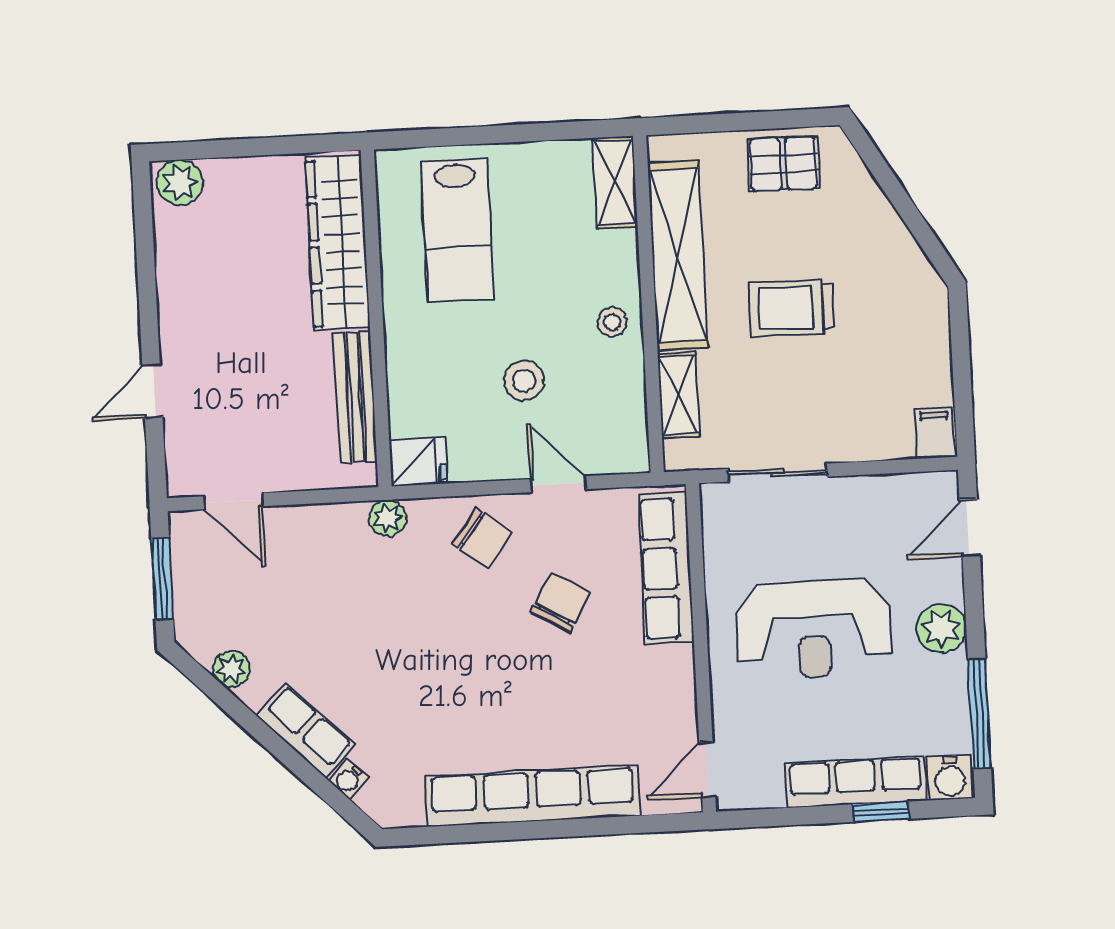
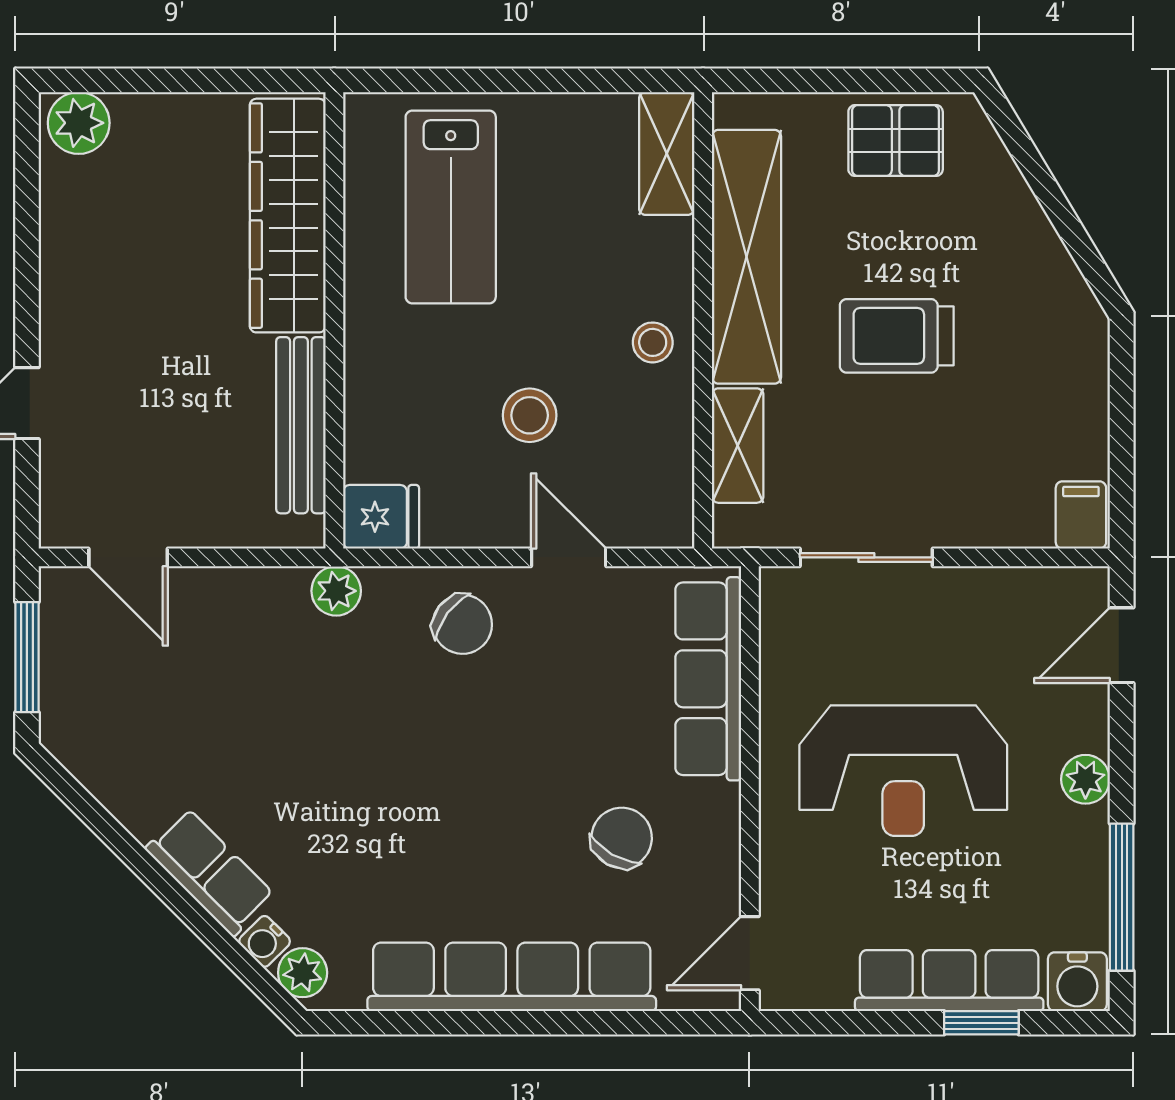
chair: (561, 603) -> (622, 838), moved
plant: (942, 628) -> (1085, 779), width x0.73, depth x0.73
plant: (231, 669) -> (303, 973), moved

